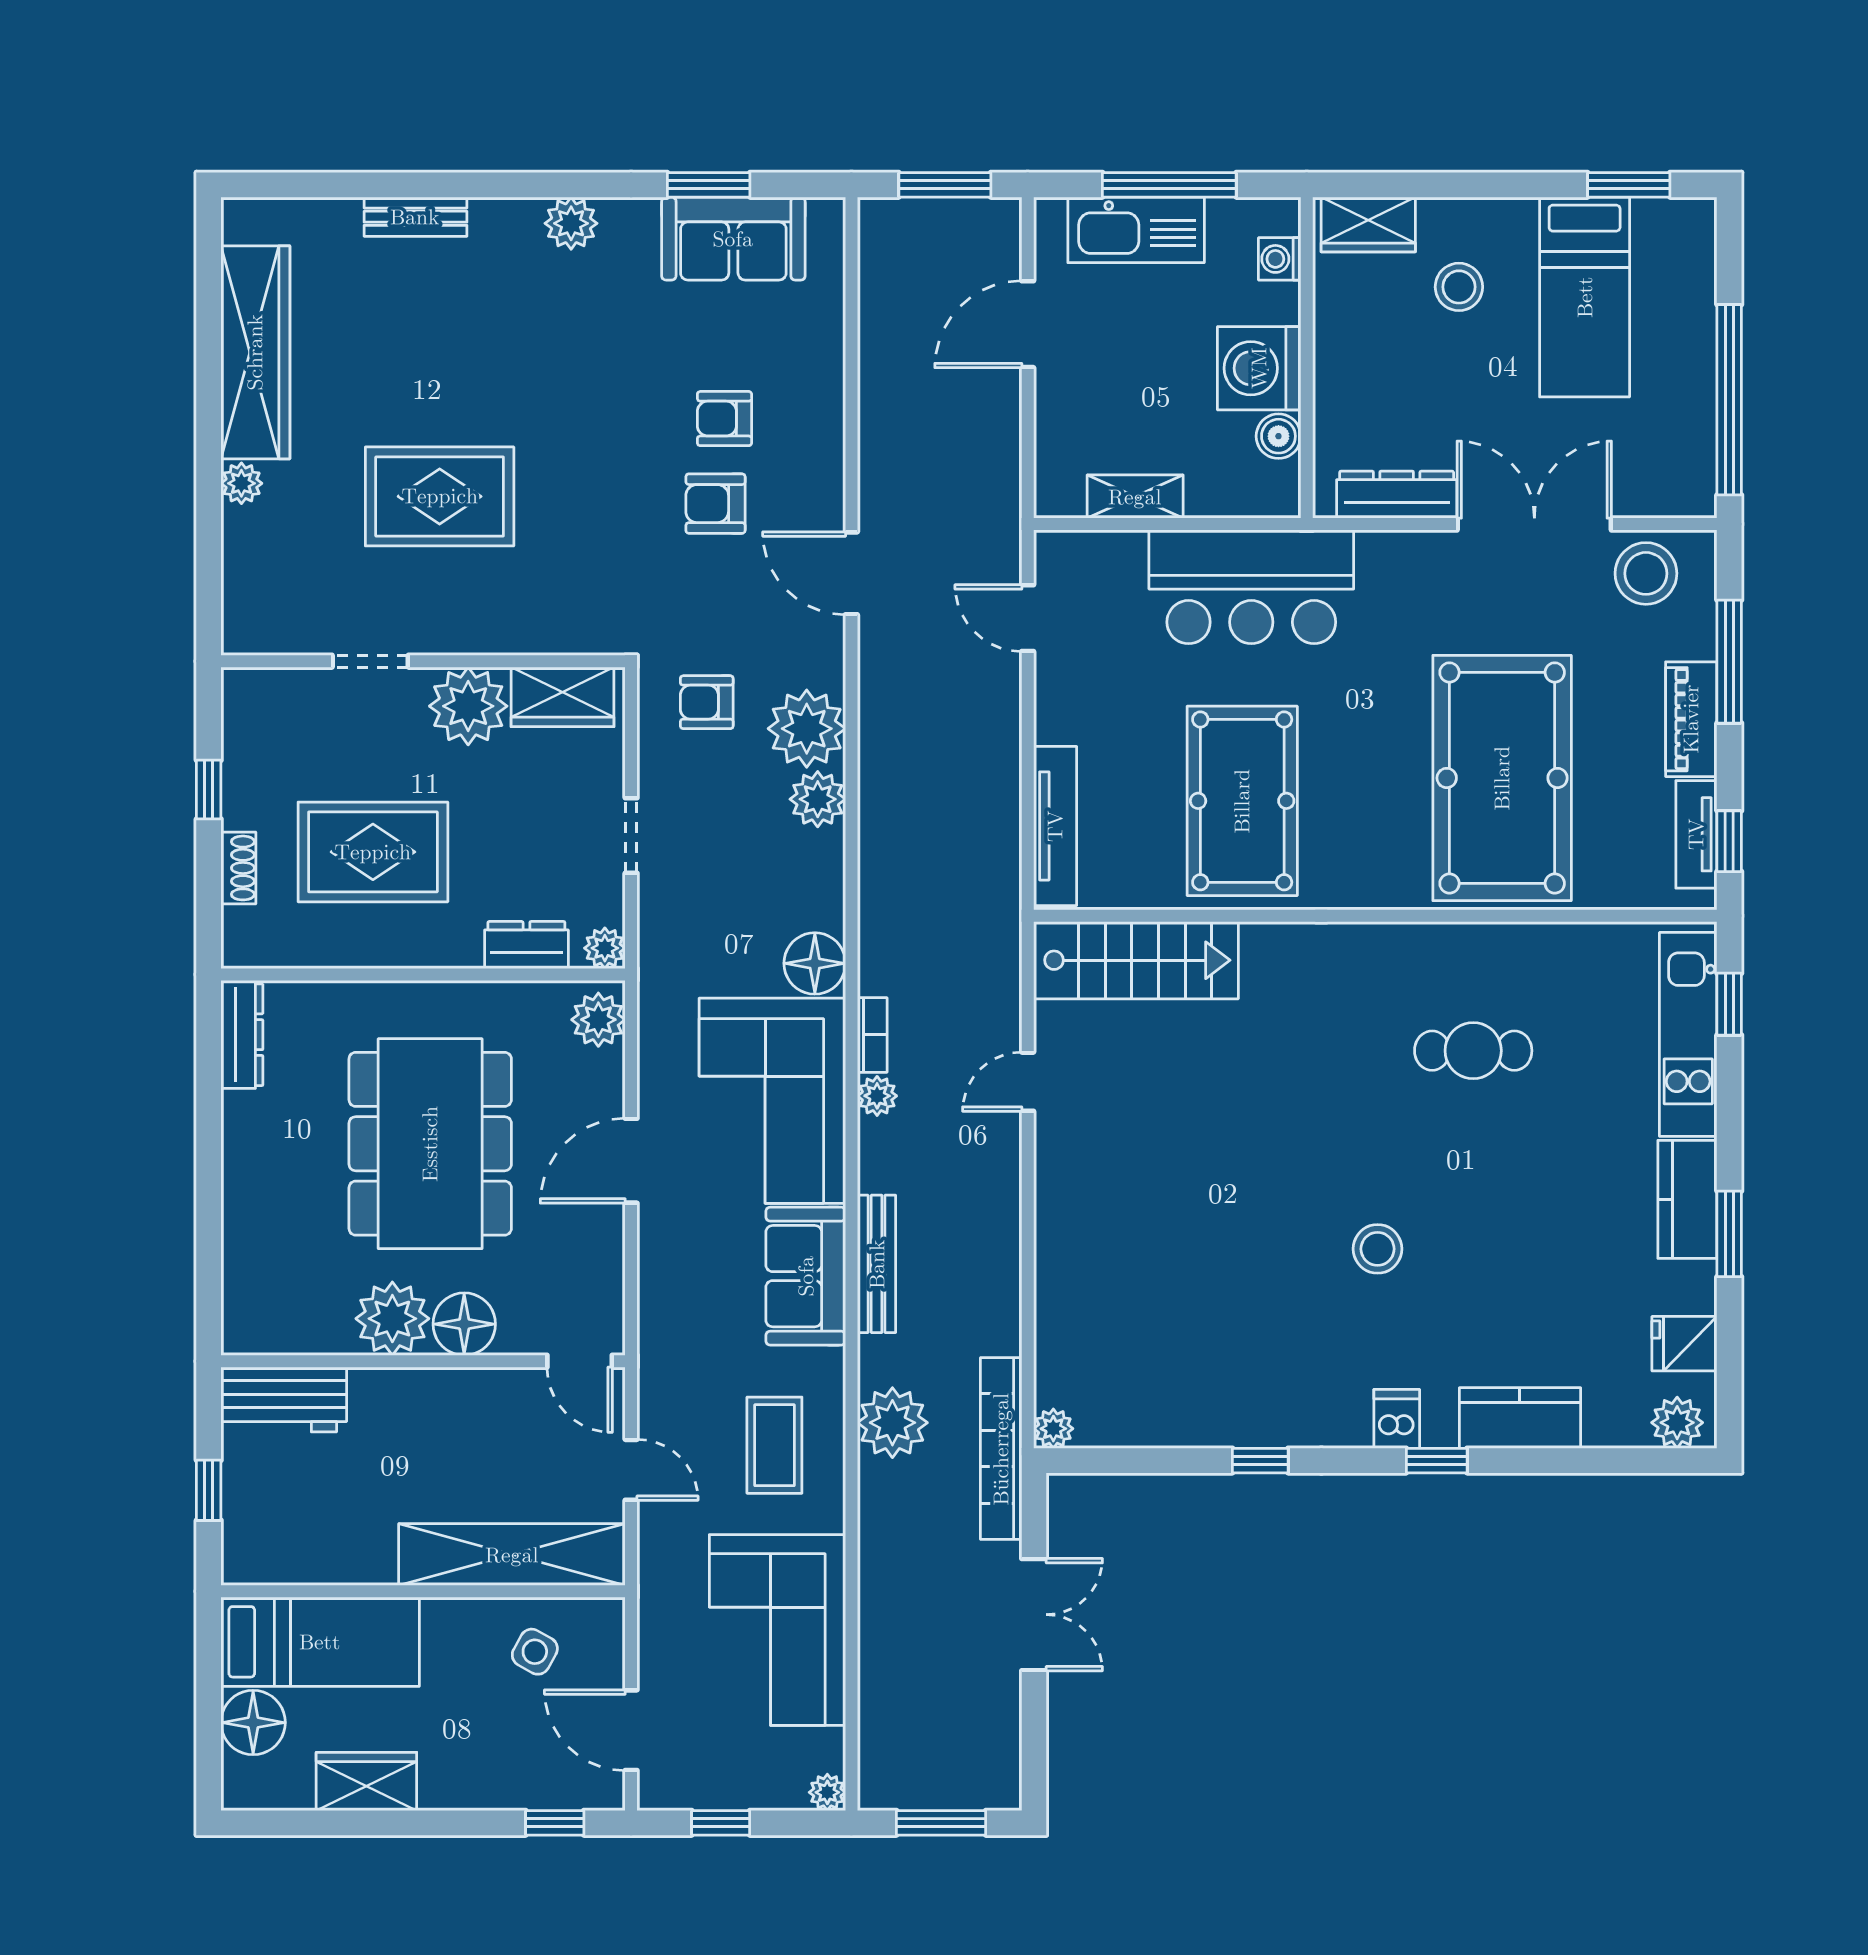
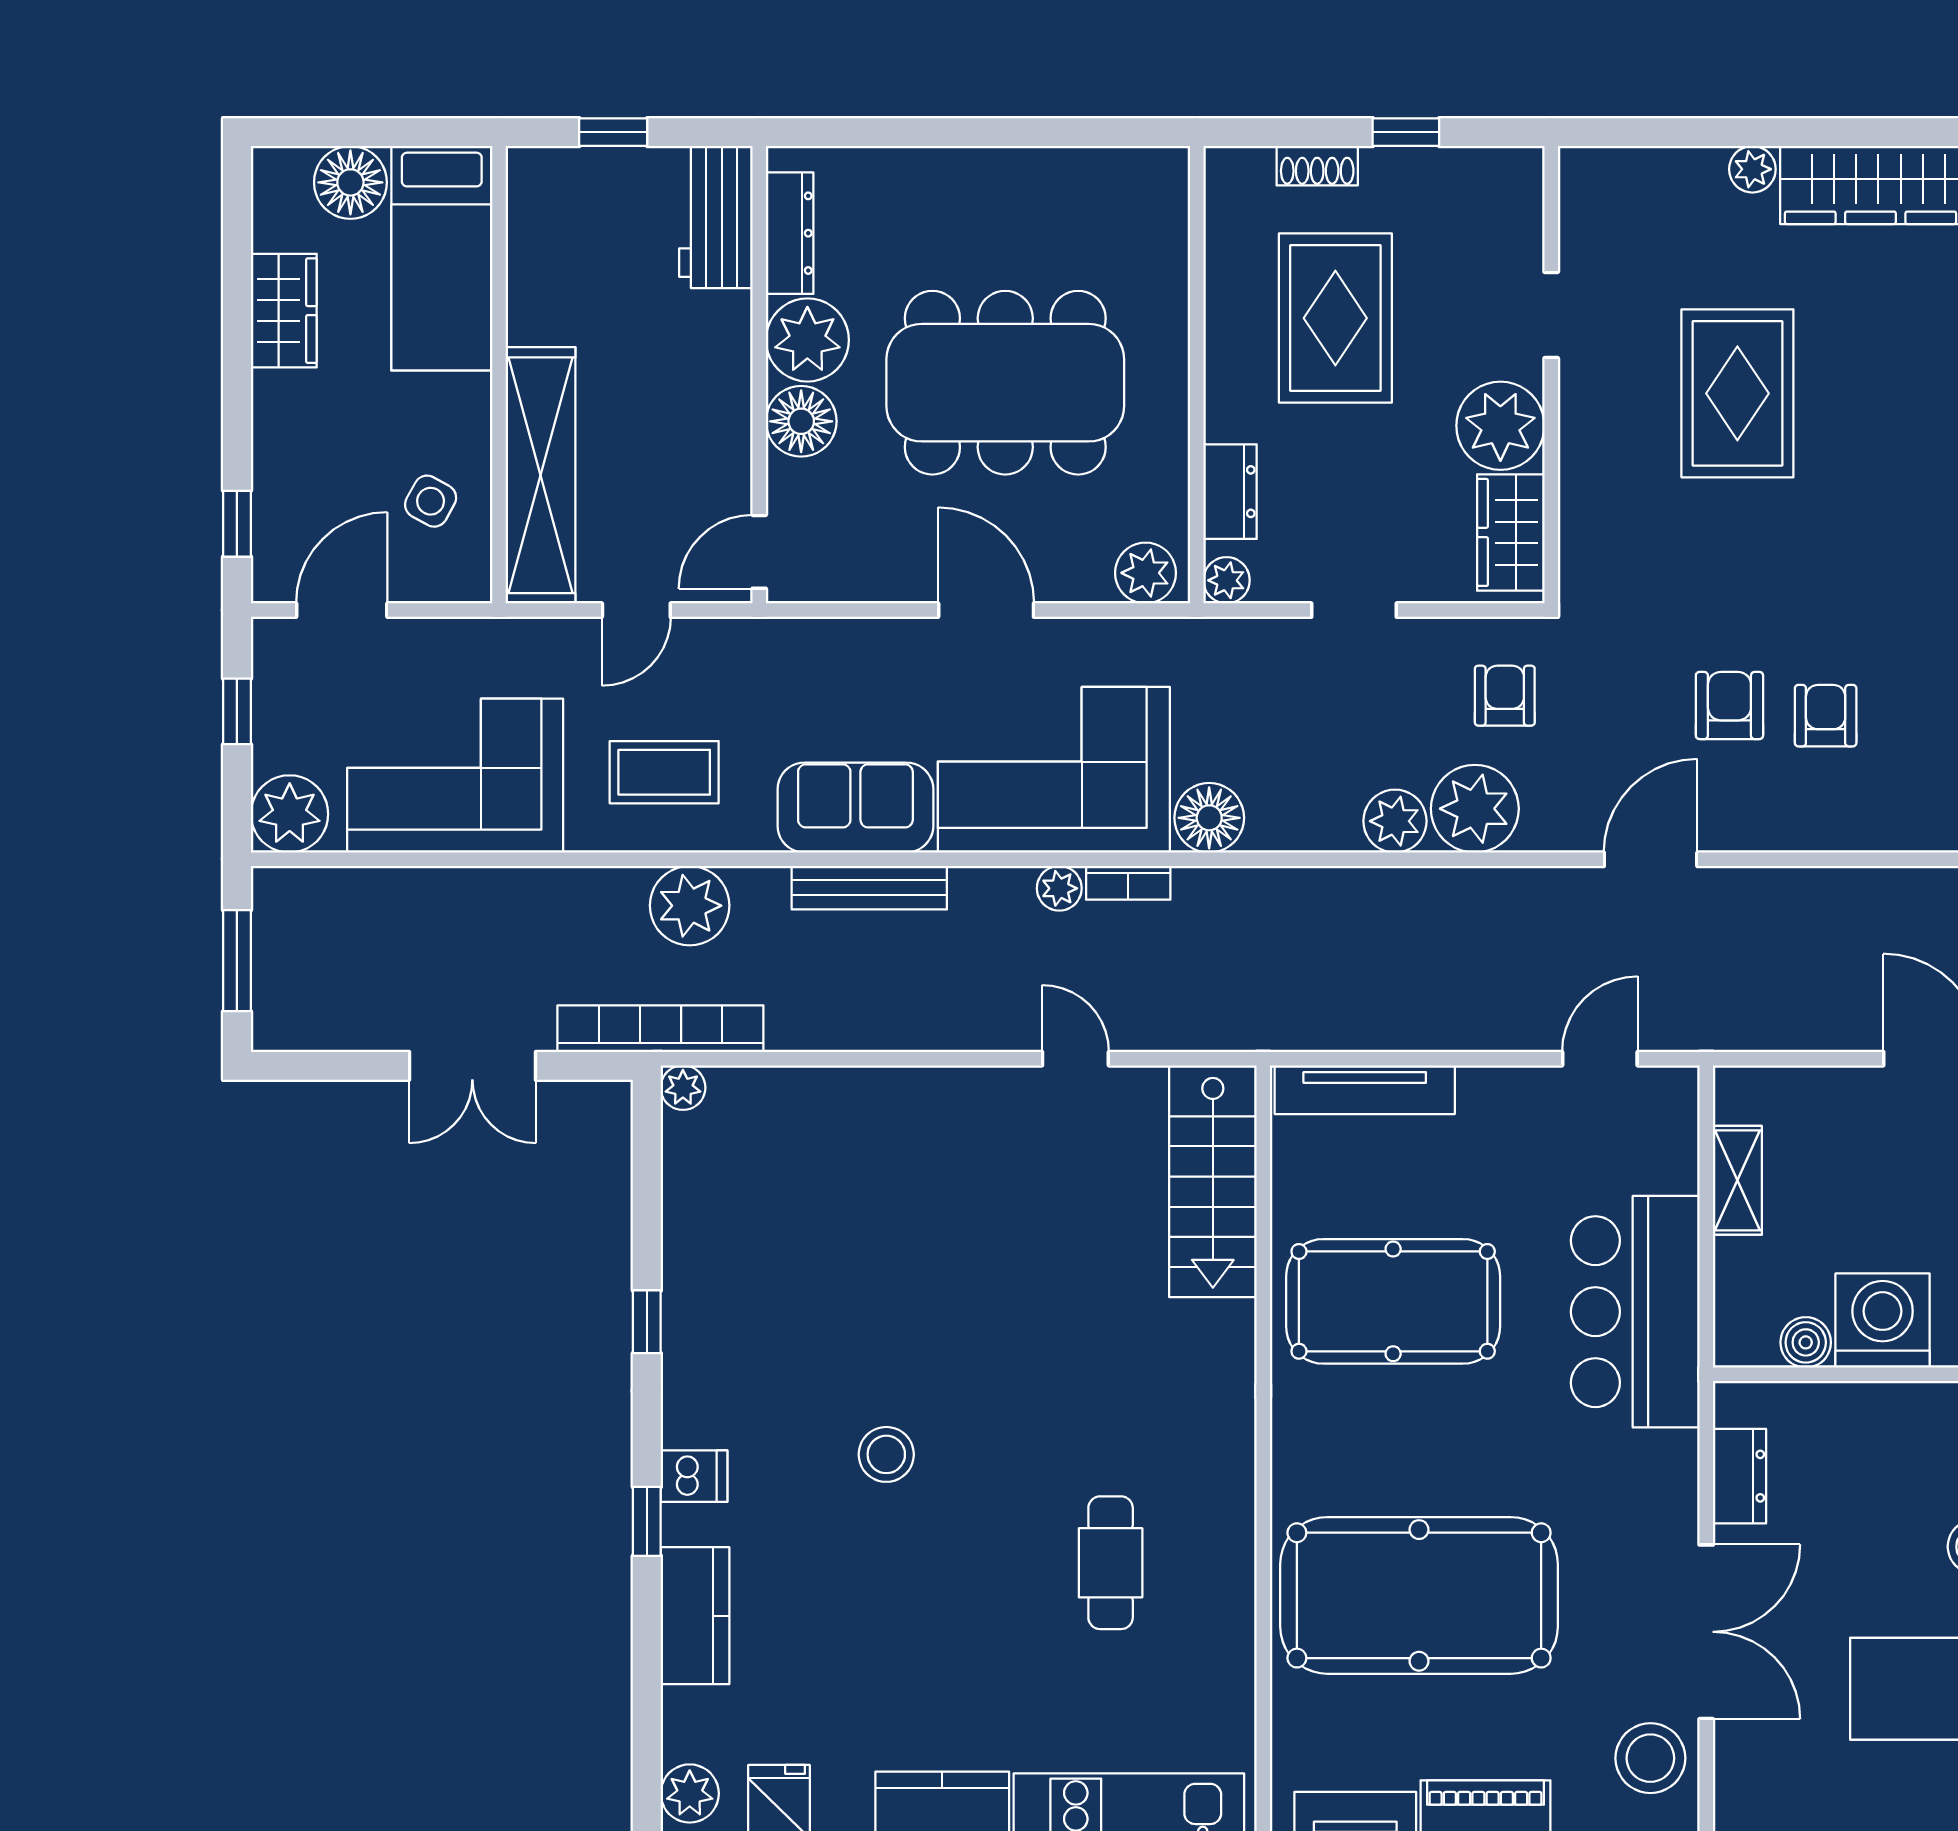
dresser: (1397, 495) -> (1739, 1476), width x0.70
dresser: (242, 1035) -> (790, 233), moved, turned -90
plant: (827, 1792) -> (290, 814), width x1.87, depth x1.87

